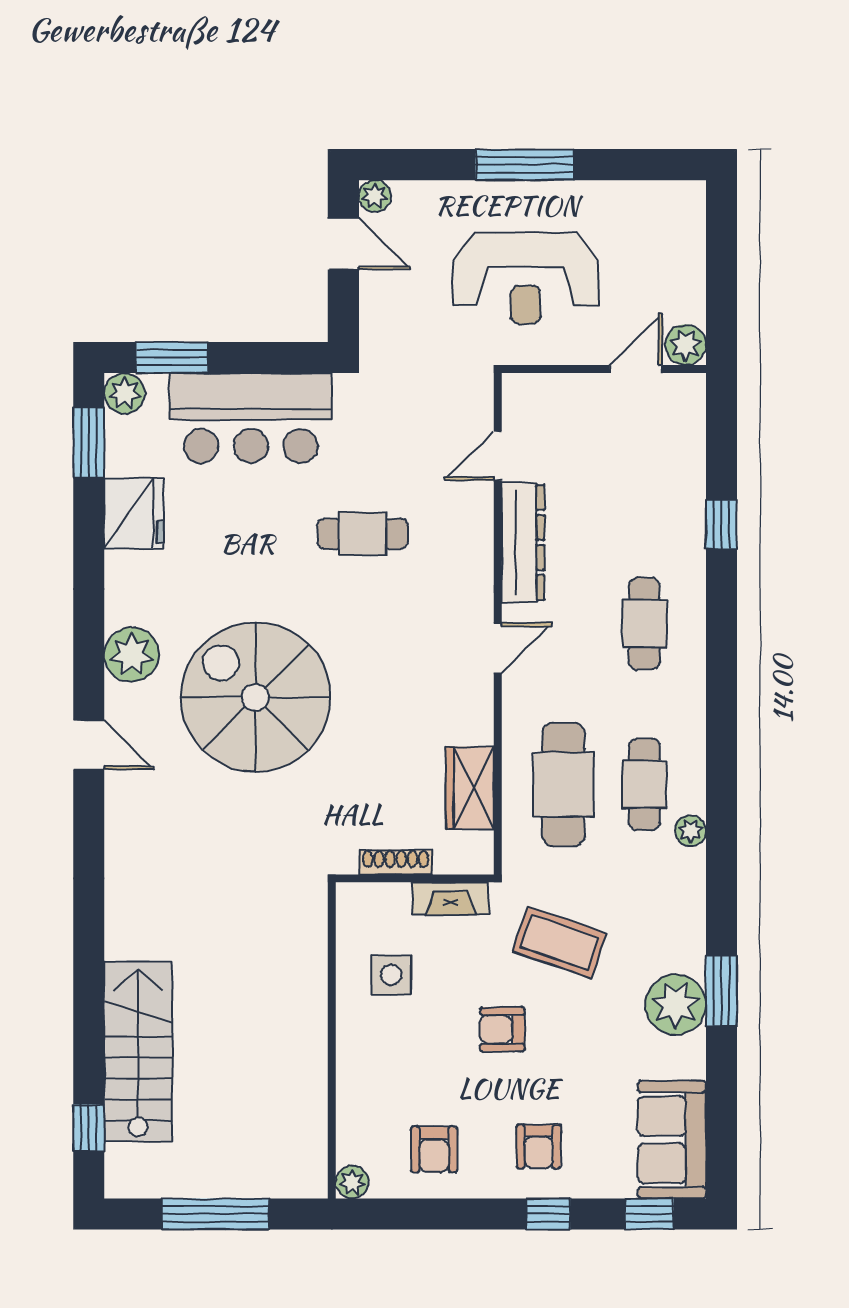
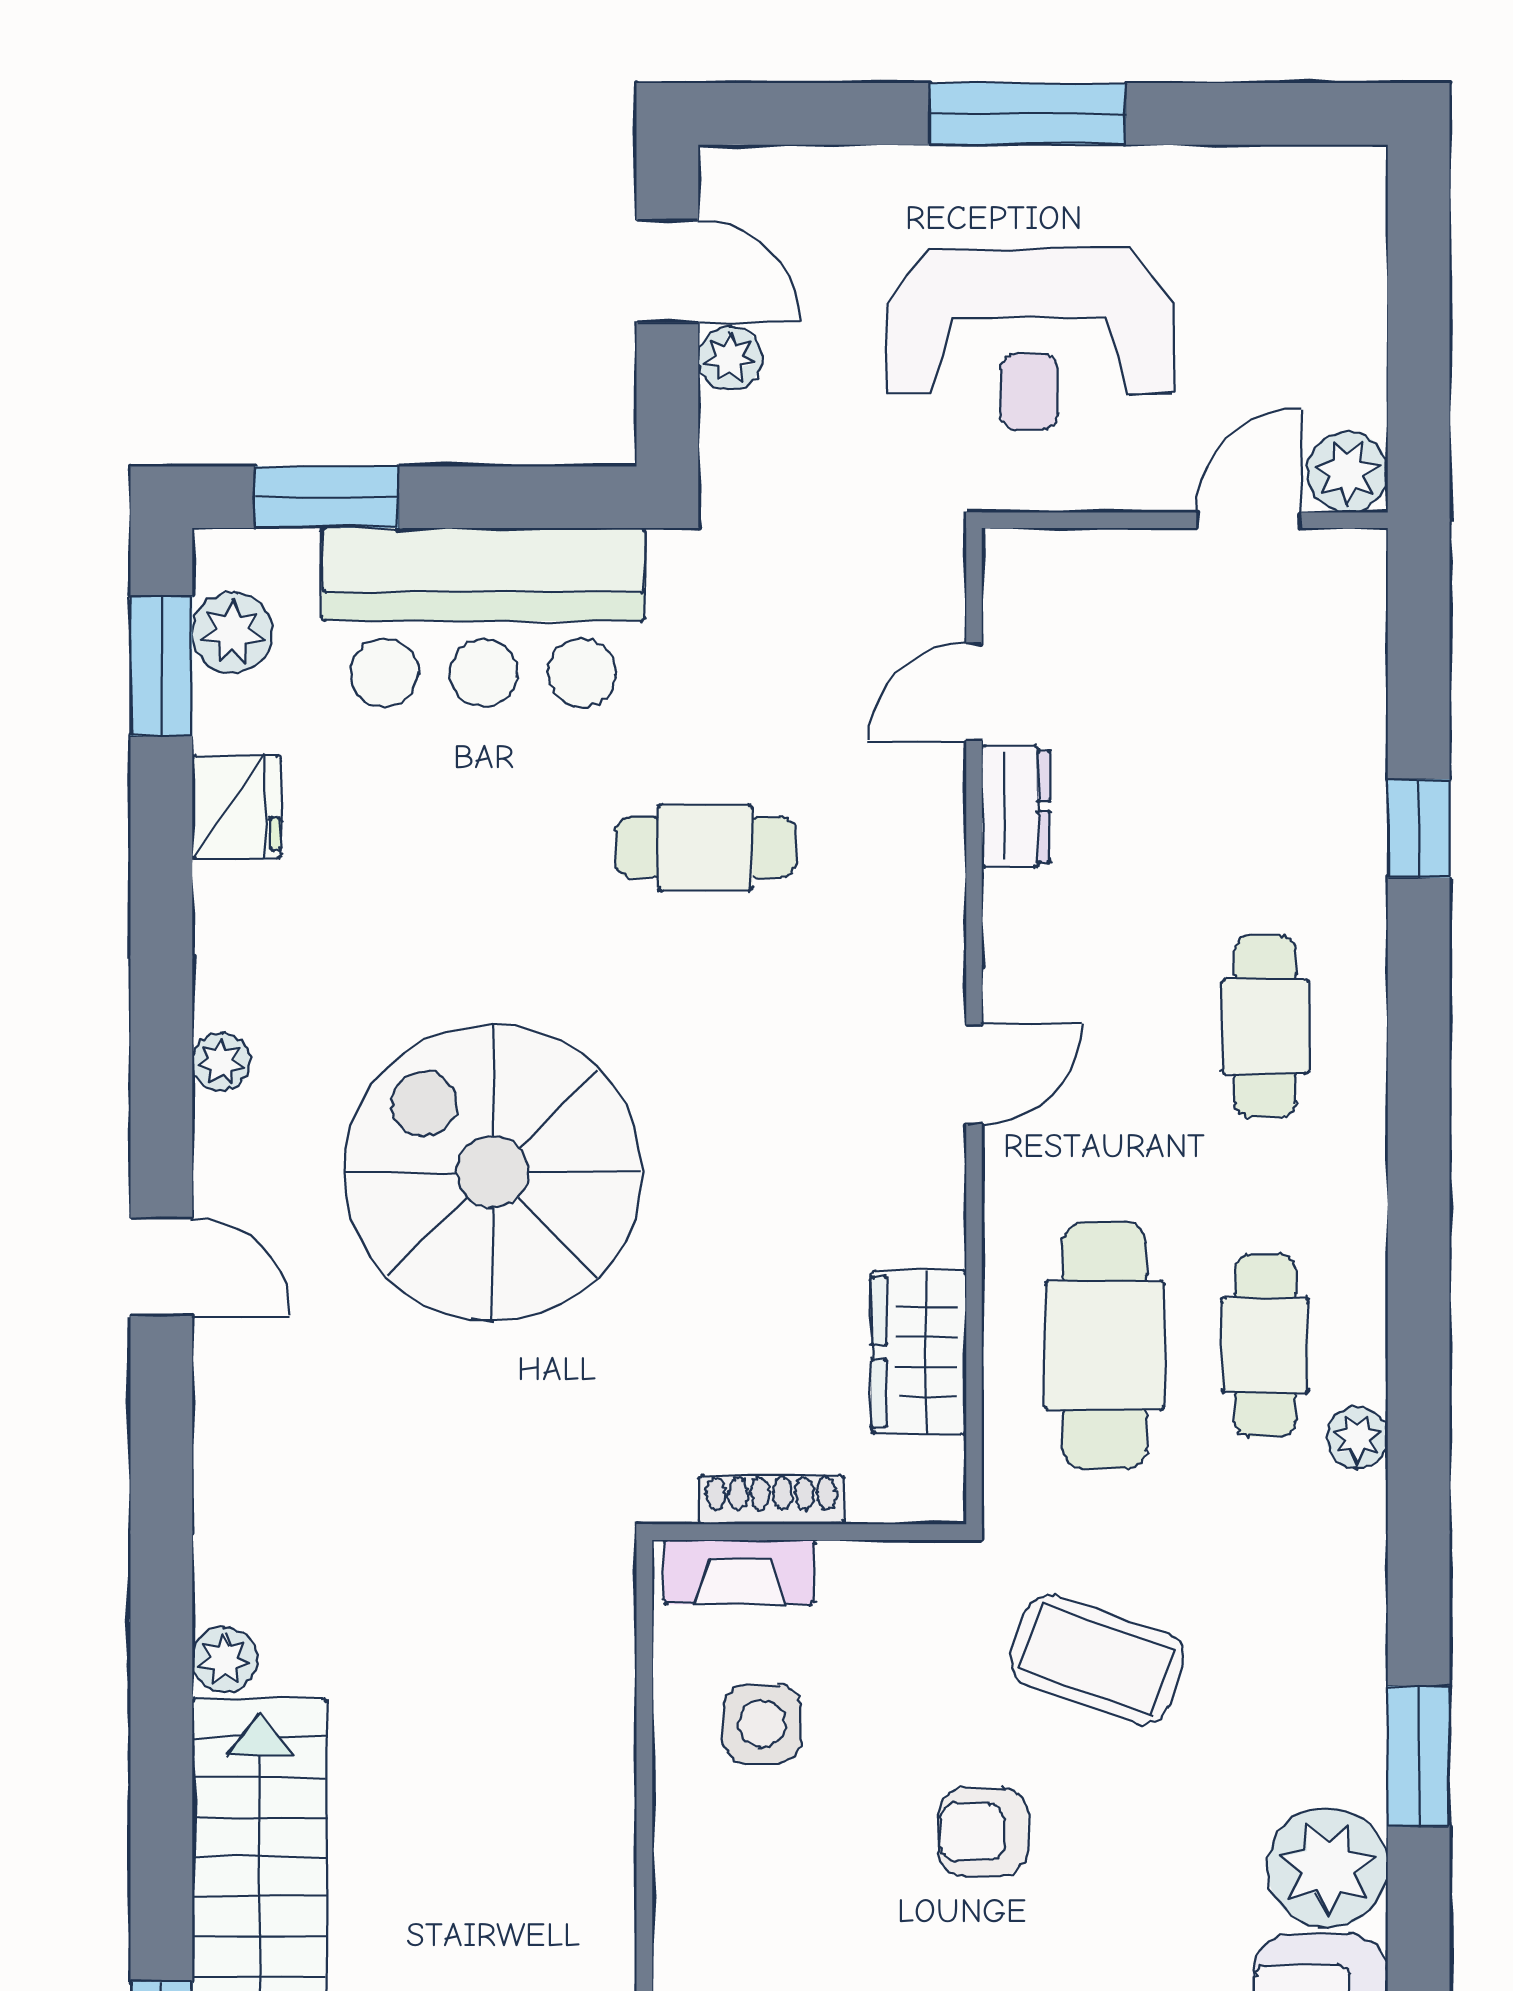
plant: (375, 196) -> (730, 358), moved
plant: (124, 393) -> (232, 633), moved
fridge: (134, 513) -> (236, 807), width x0.73, depth x0.75
dresser: (523, 543) -> (1016, 806), width x0.51, depth x0.80
plant: (132, 654) -> (221, 1062), width x0.53, depth x0.53
fireplace: (450, 898) -> (739, 1572), moved
plant: (120, 942) -> (224, 1659), added
plant: (676, 1005) -> (1328, 1868), moved

